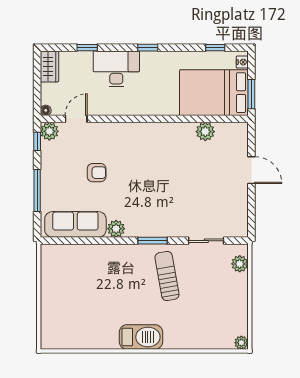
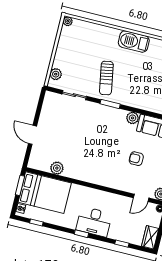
desk: (116, 69) -> (94, 222), moved

